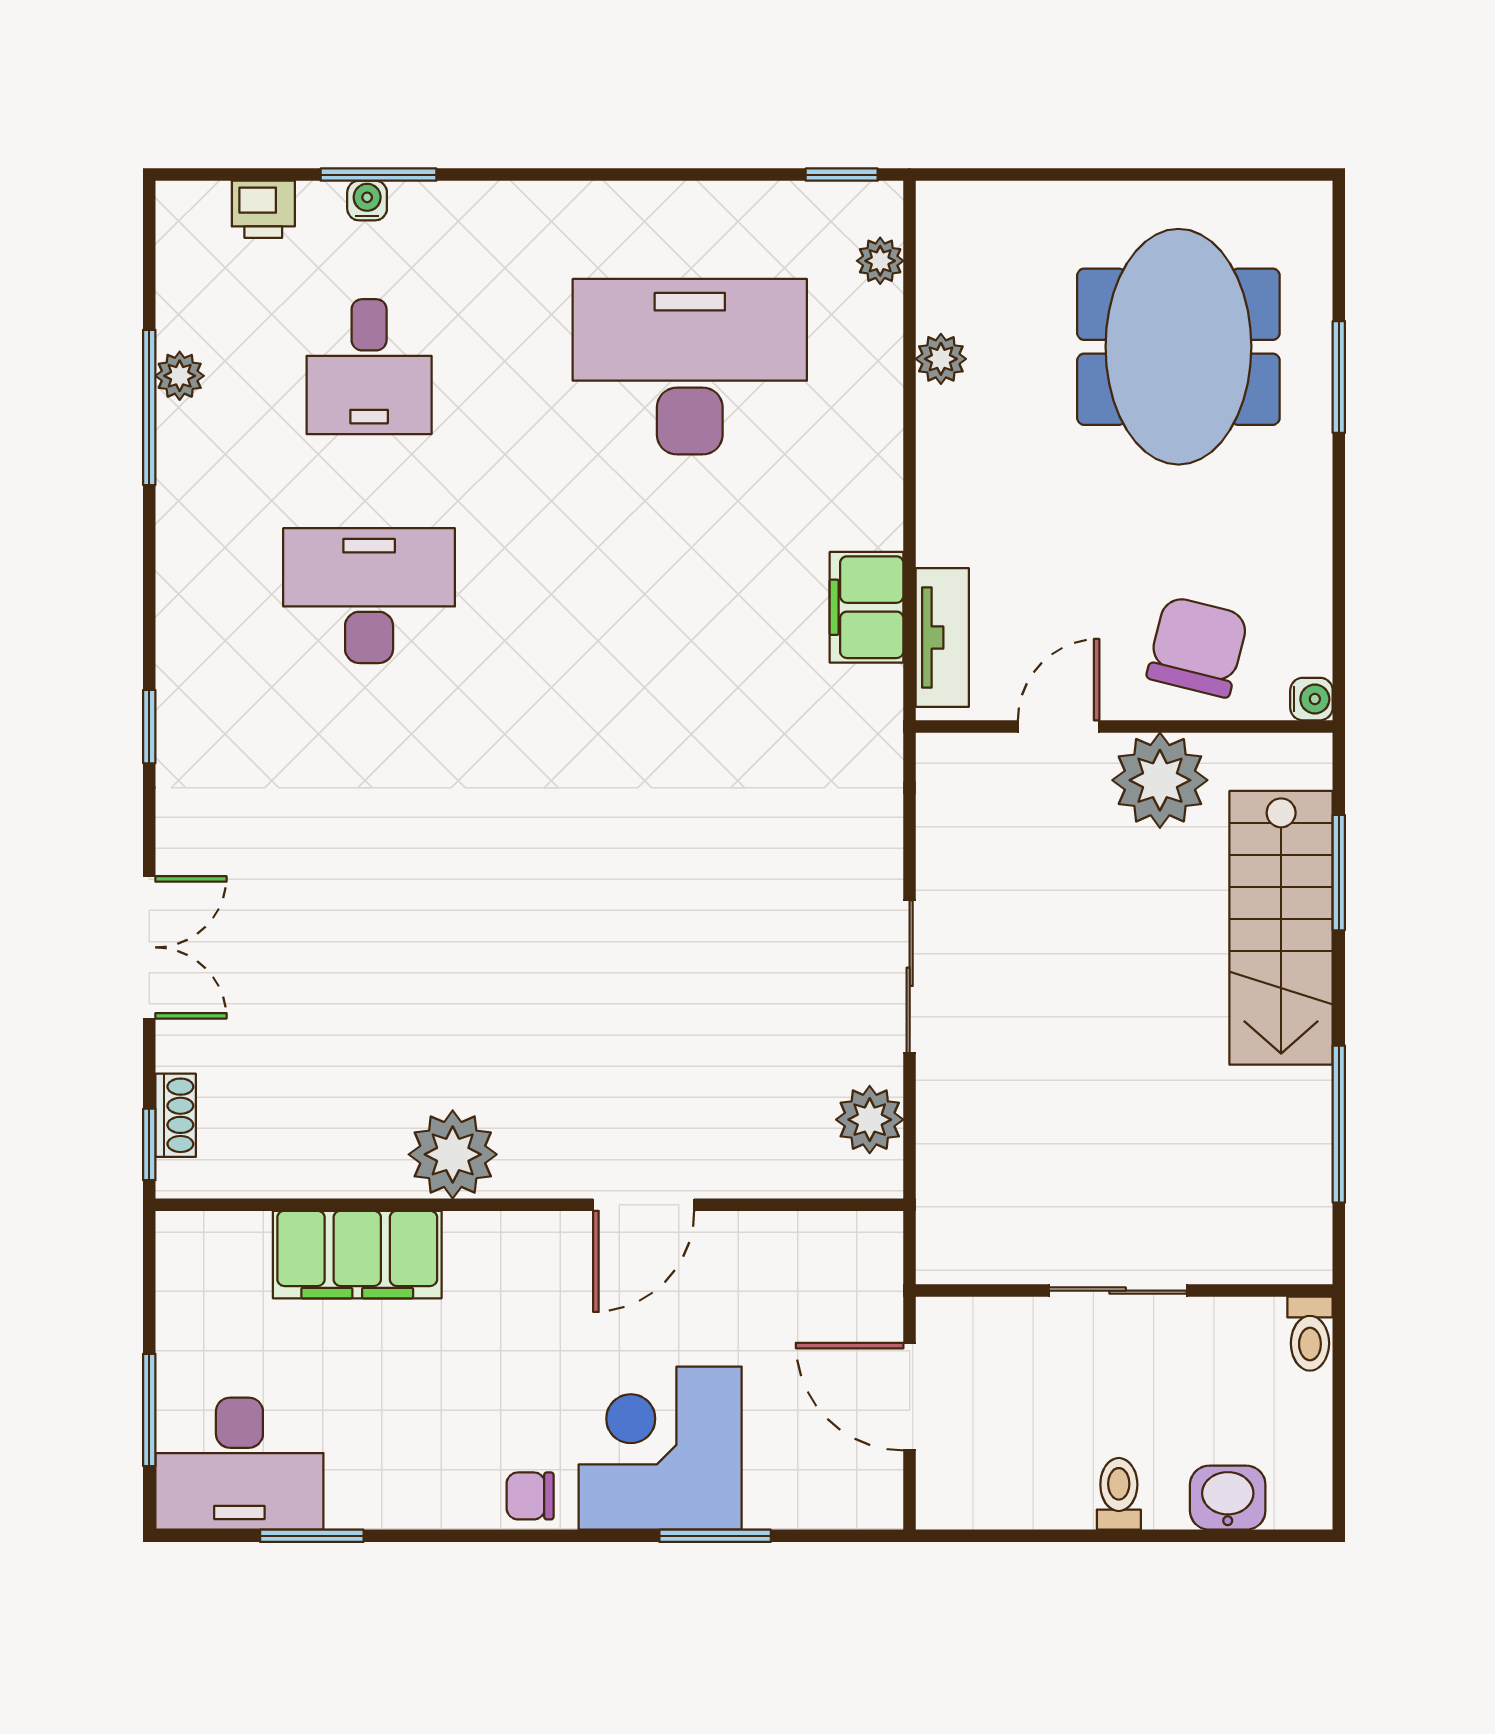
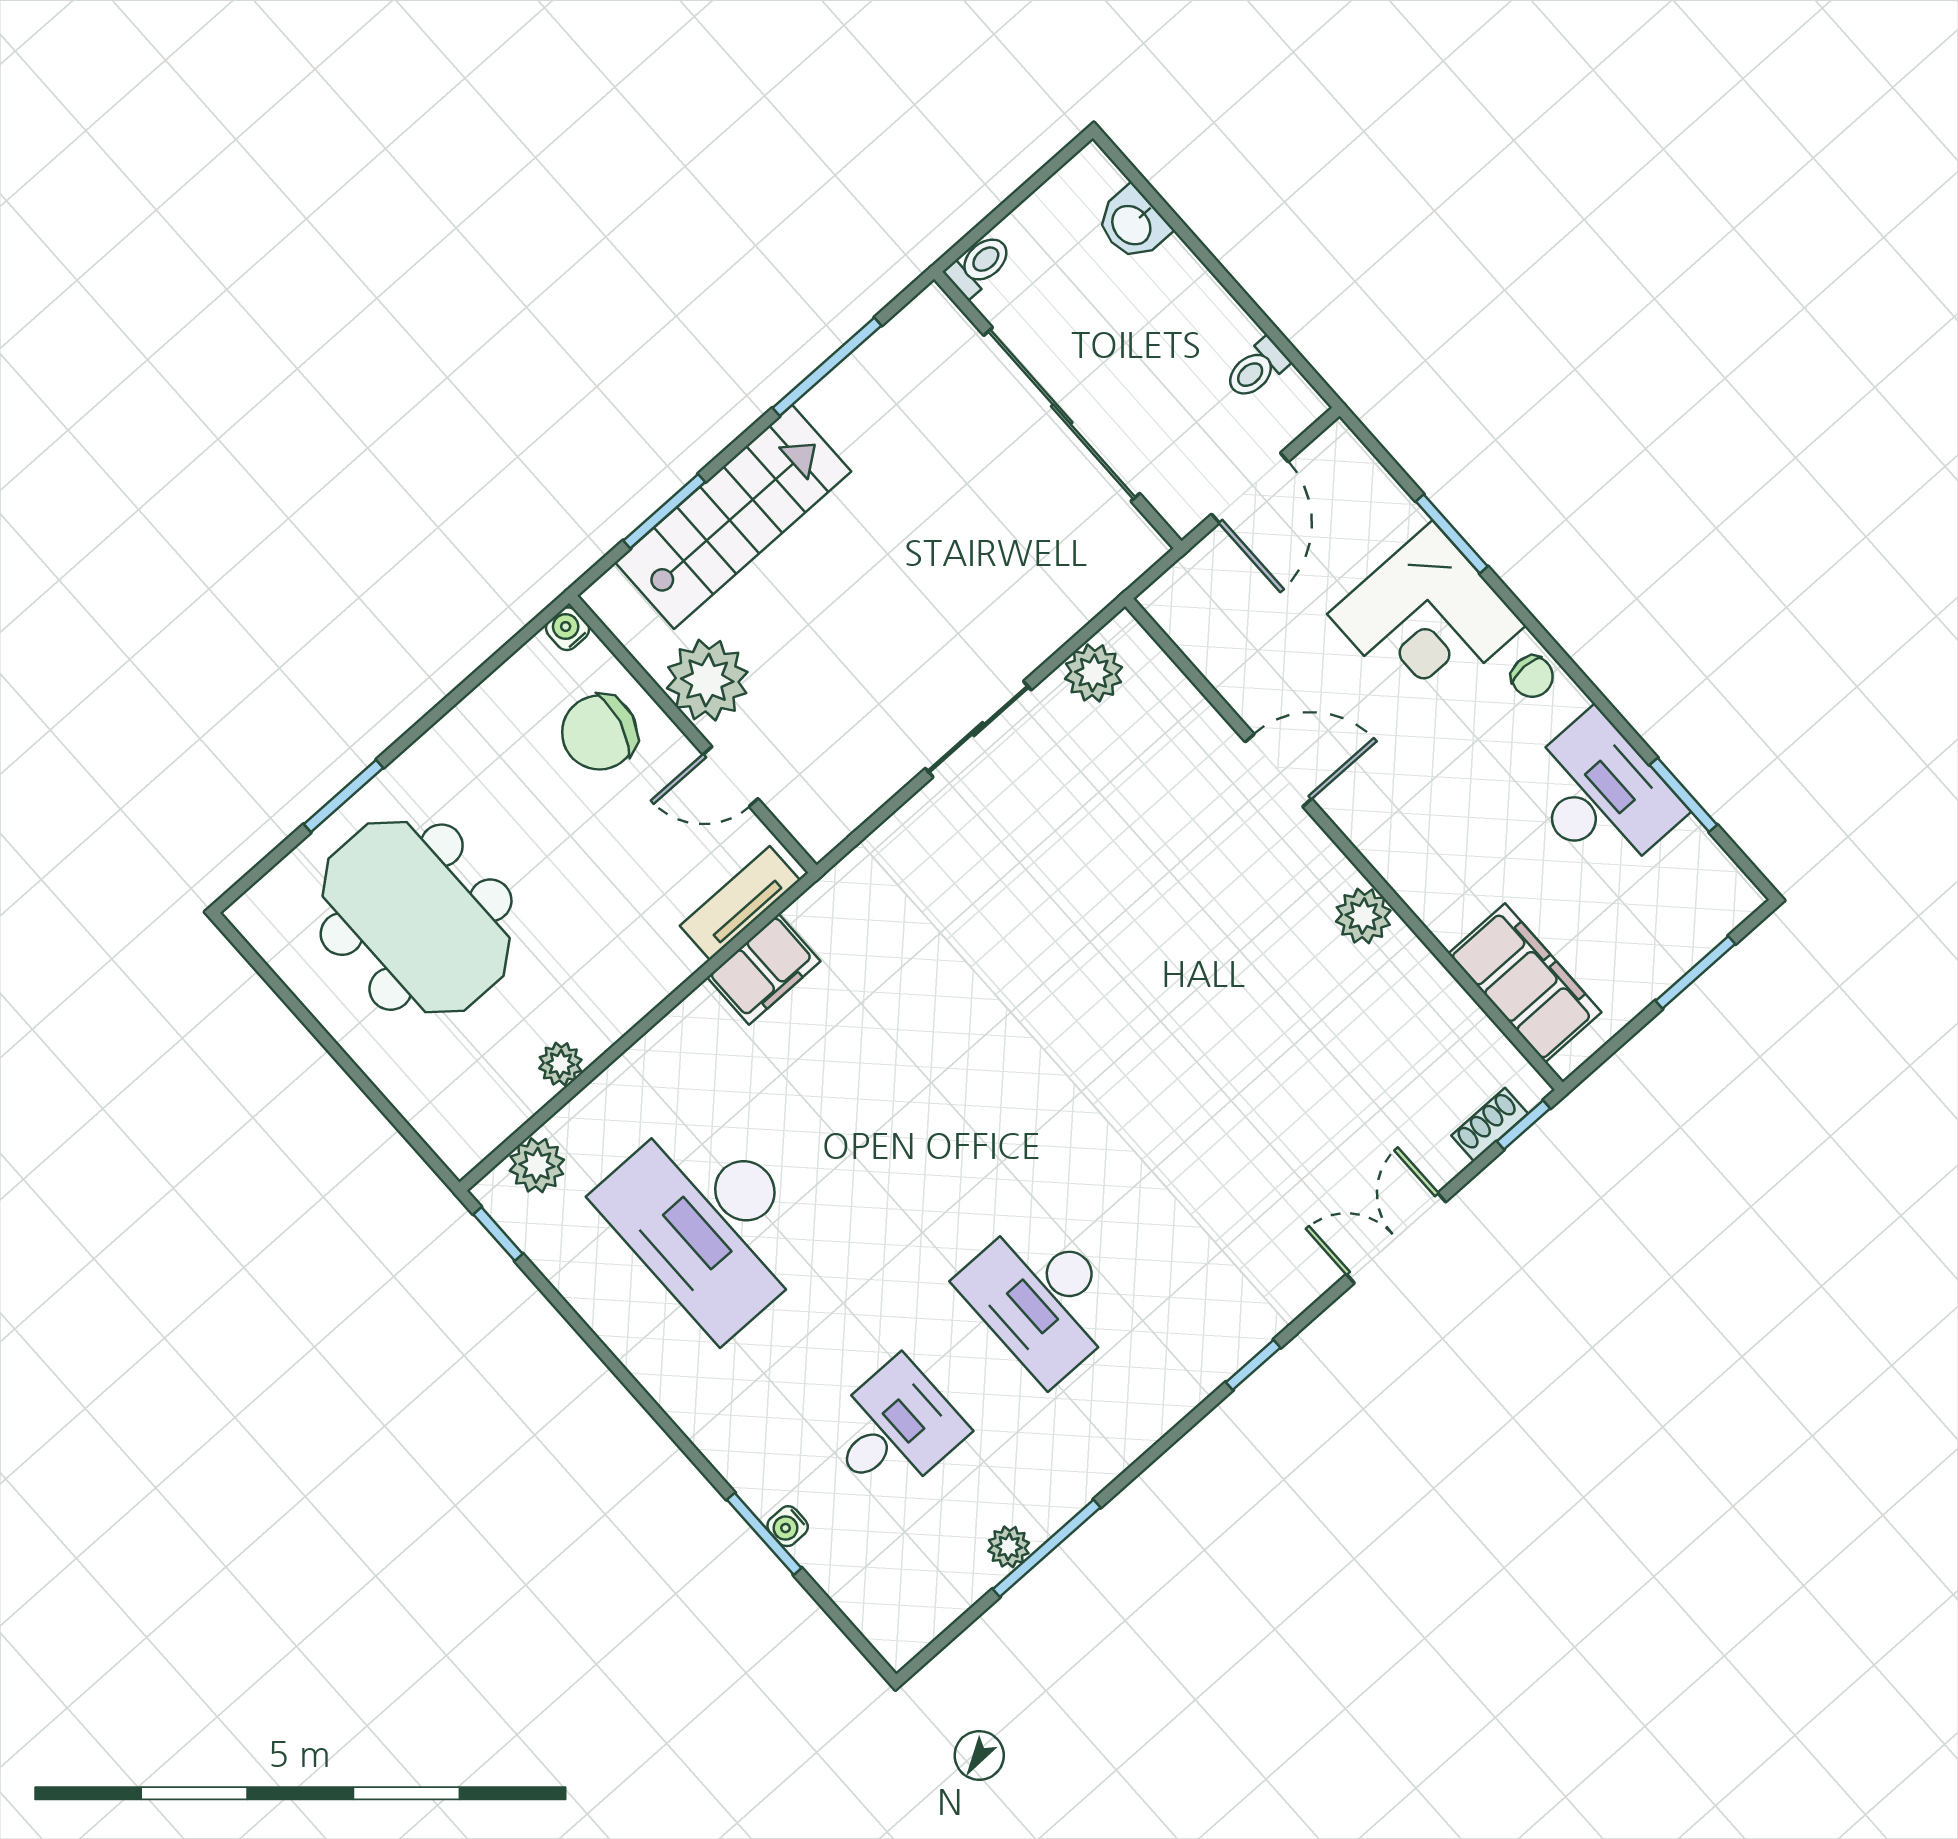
printer: (263, 209) -> (853, 1588), removed
plant: (880, 261) -> (537, 1165), width x1.38, depth x1.38
meeting table: (1178, 347) -> (416, 917), turned 90
plant: (453, 1154) -> (1363, 916), width x0.73, depth x0.73
filing cabinet: (357, 1255) -> (1525, 983), moved
sliding door: (1118, 1291) -> (1062, 414), width x1.86
desk: (239, 1464) -> (1600, 795), moved
toilet: (1119, 1494) -> (1257, 369), moved

